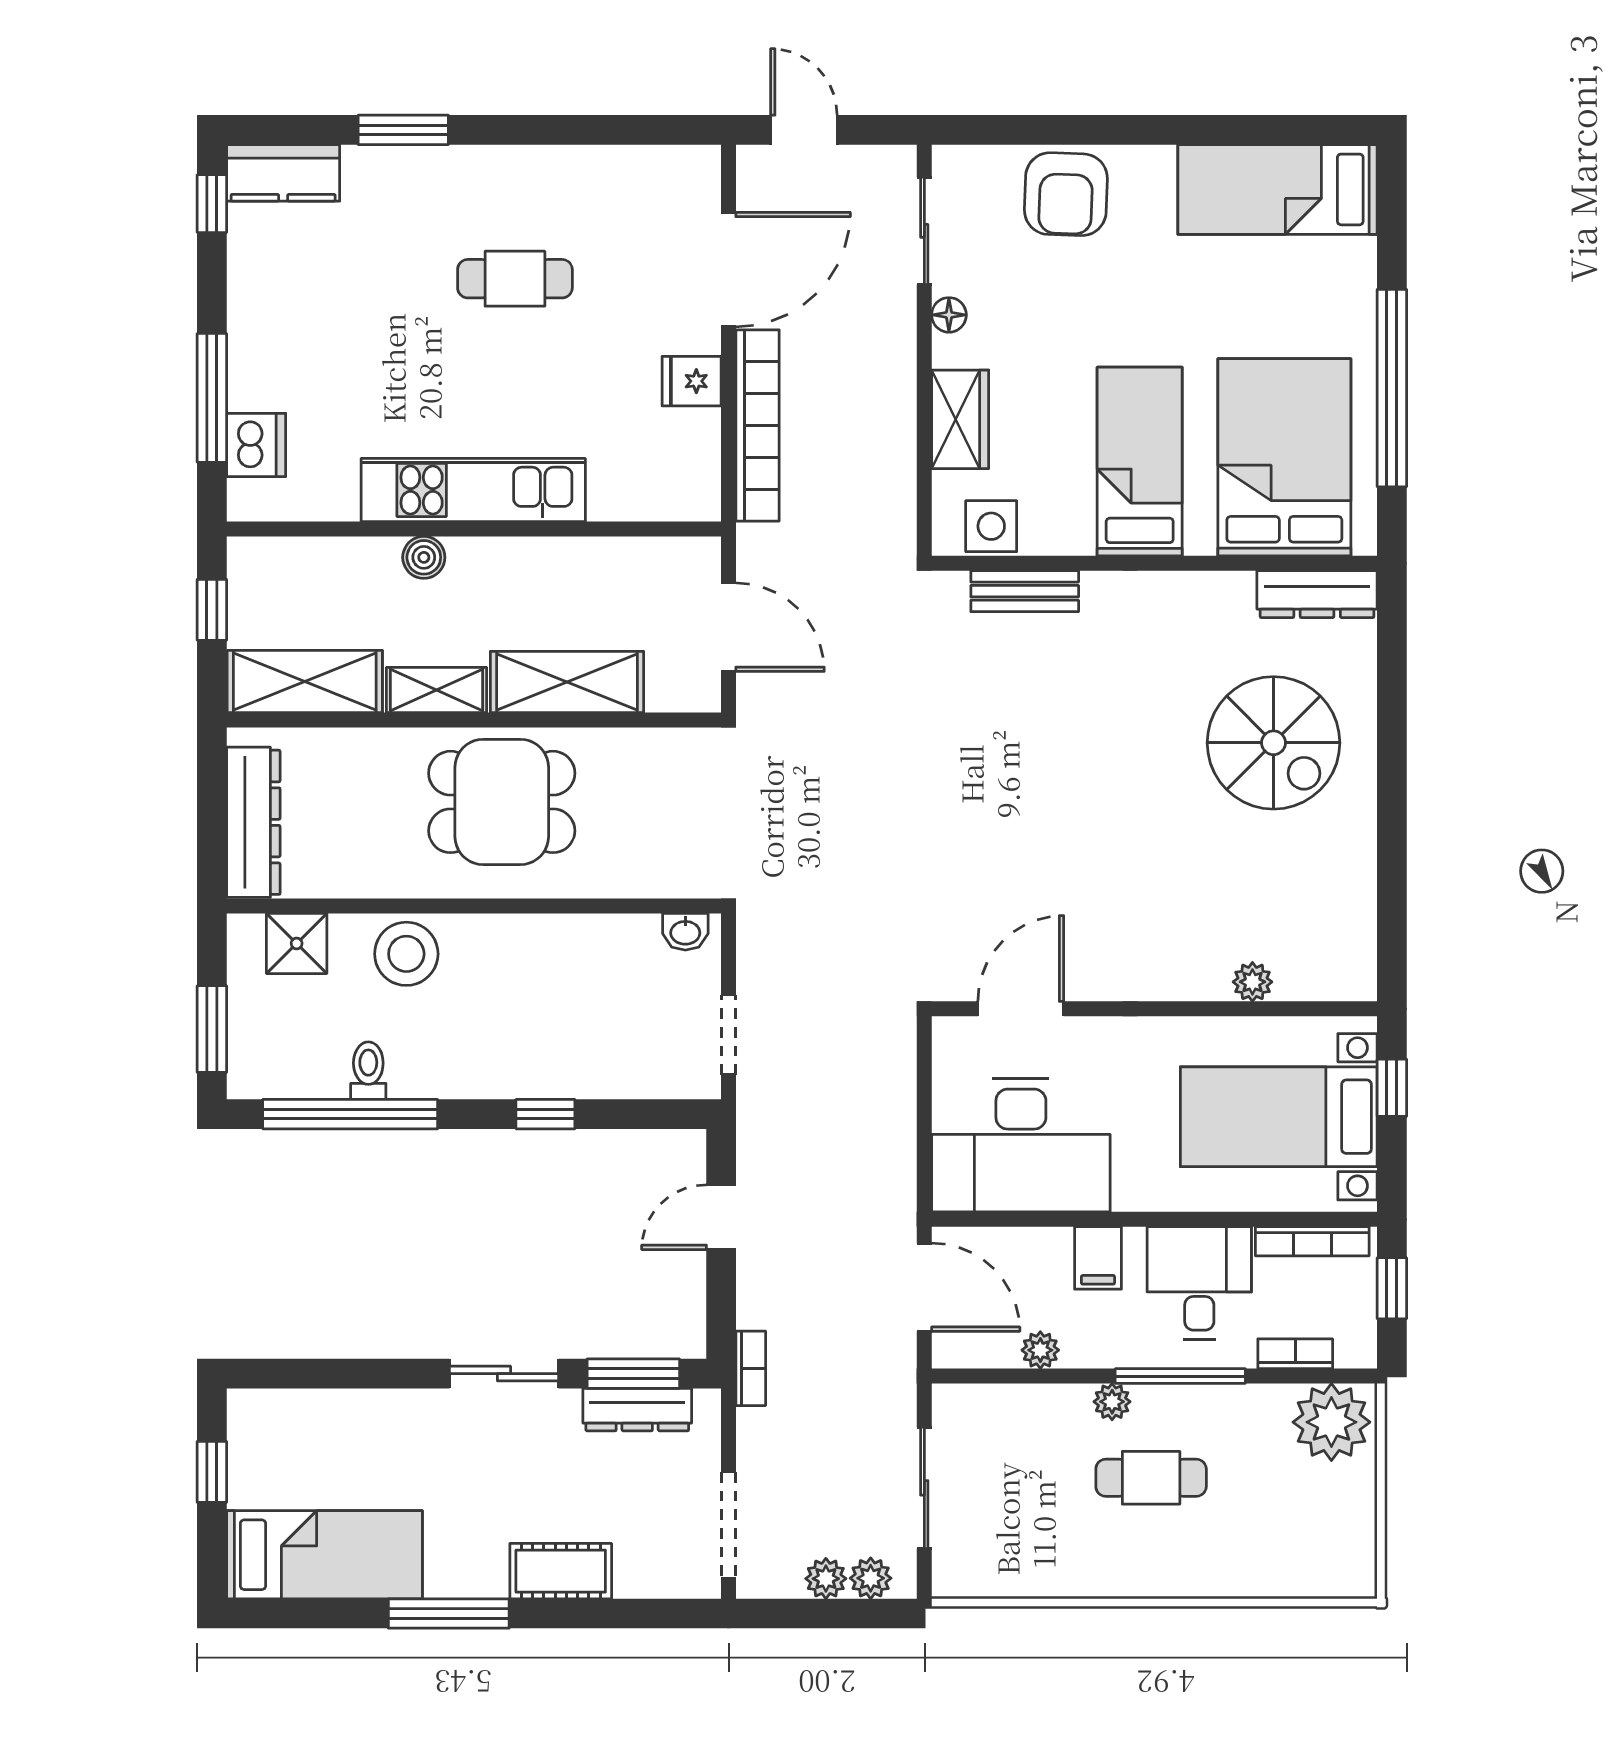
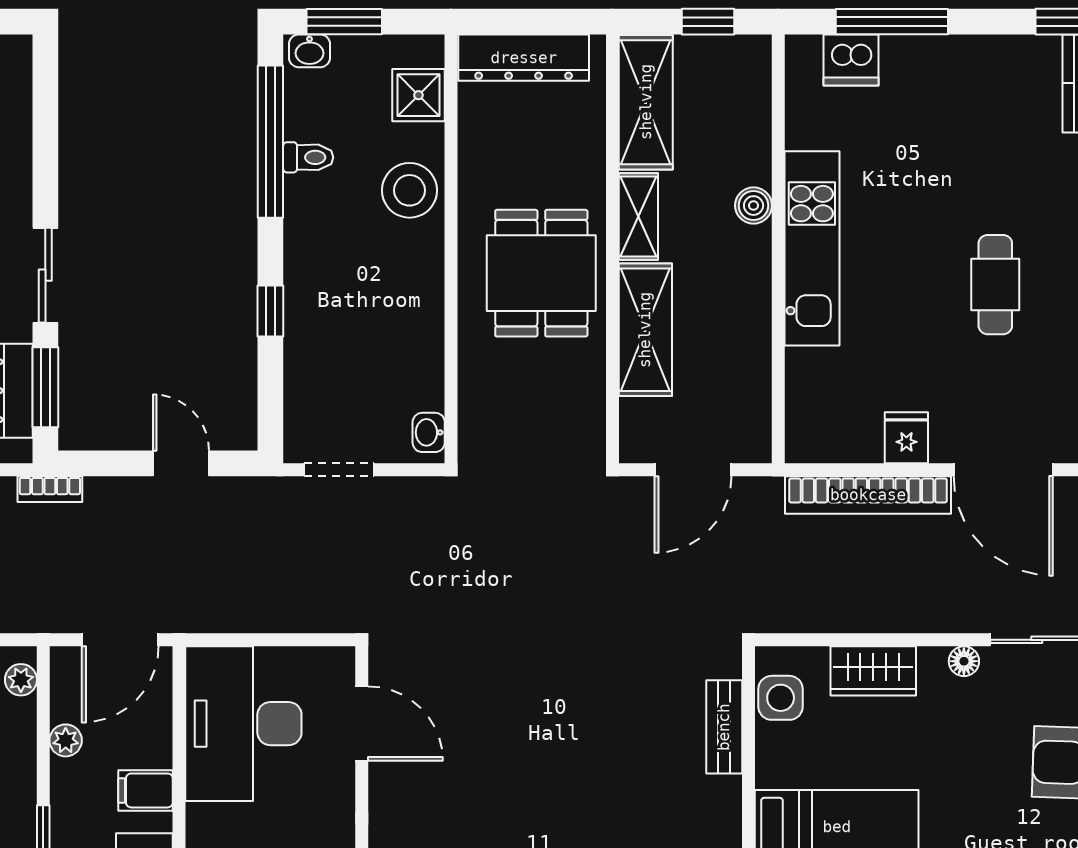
washbasin: (246, 1069) -> (310, 51), added
plant: (1112, 1402) -> (21, 680), moved

